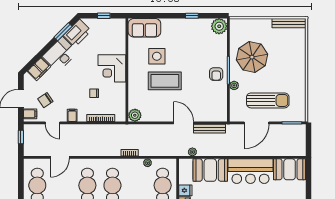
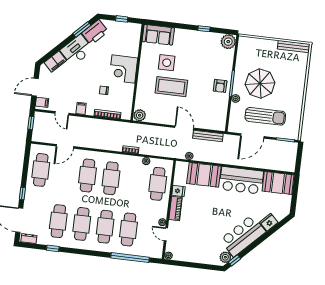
parasol: (252, 57) -> (260, 83), moved
chair: (45, 100) -> (58, 91), removed

